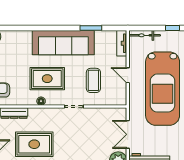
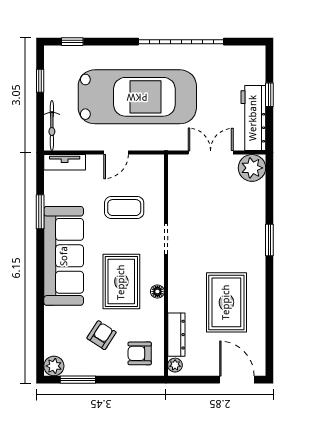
armchair: (14, 66) -> (102, 335), added
double door: (128, 134) -> (211, 152), swing flipped

